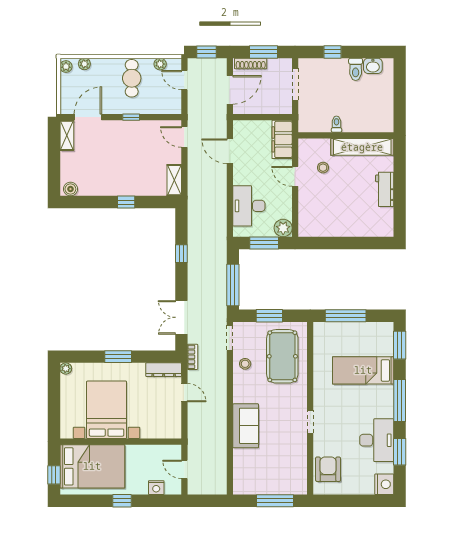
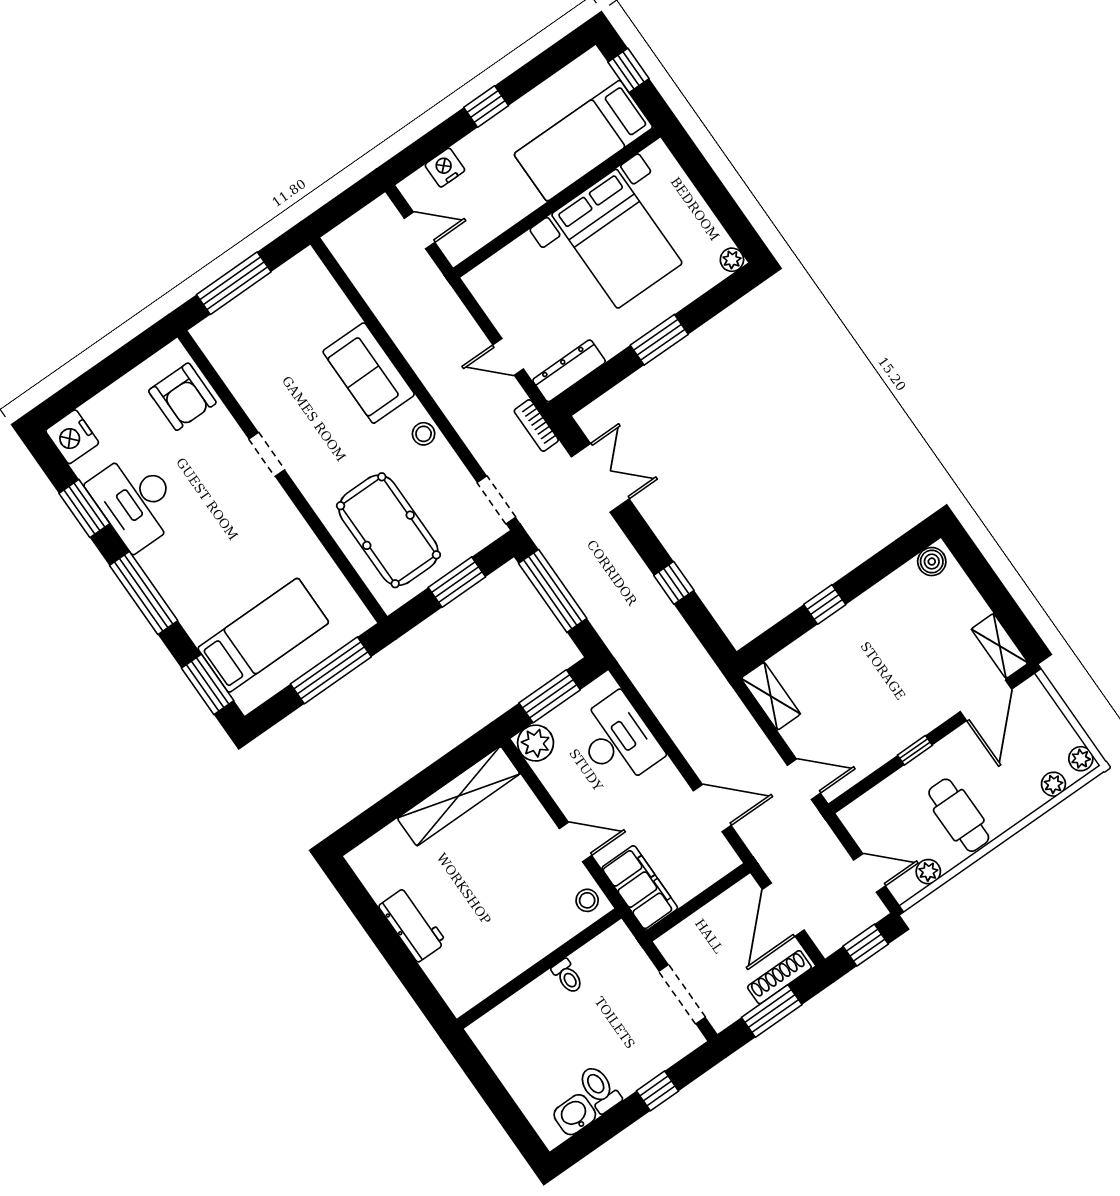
shelving: (362, 147) -> (459, 796), moved
stool: (323, 168) -> (587, 900), moved
stool: (245, 364) -> (424, 434), moved
bed: (363, 370) -> (263, 635), moved
bed: (92, 466) -> (583, 141), width x0.67

